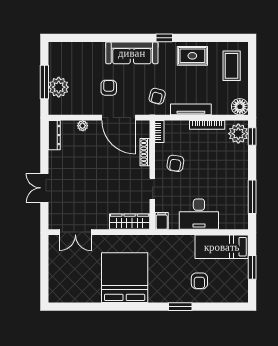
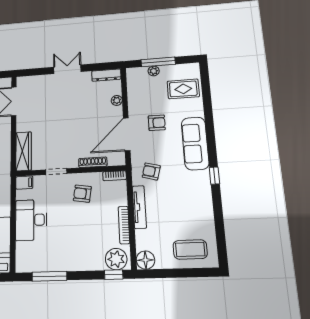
rug: (192, 56) -> (183, 89), moved, turned 90
plant: (59, 87) -> (154, 71), width x0.53, depth x0.53
double door: (44, 188) -> (67, 69), moved

